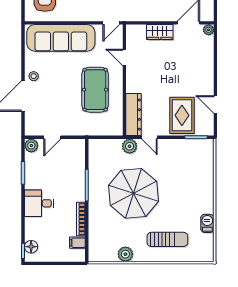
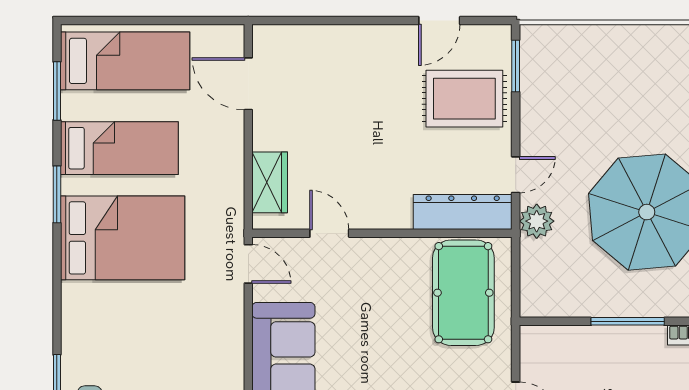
plant: (209, 30) -> (264, 37), removed
wardrobe: (160, 32) -> (270, 182), moved
door: (124, 58) -> (329, 233), swing flipped
pool table: (95, 90) -> (463, 293), moved, turned 90

